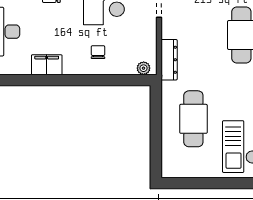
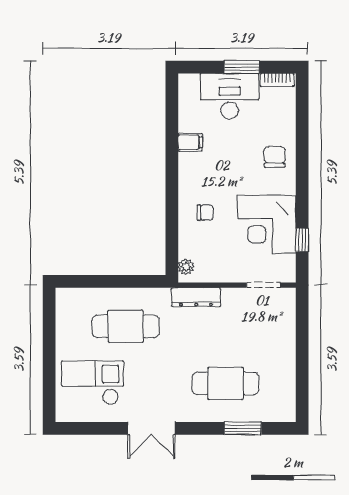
filing cabinet: (47, 65) -> (190, 142), width x0.50

